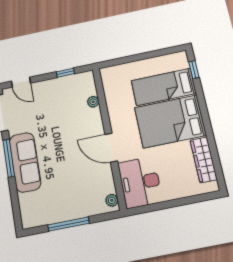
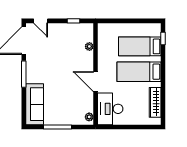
bed: (170, 121) -> (139, 72), width x0.67
sofa: (25, 162) -> (35, 104), moved

